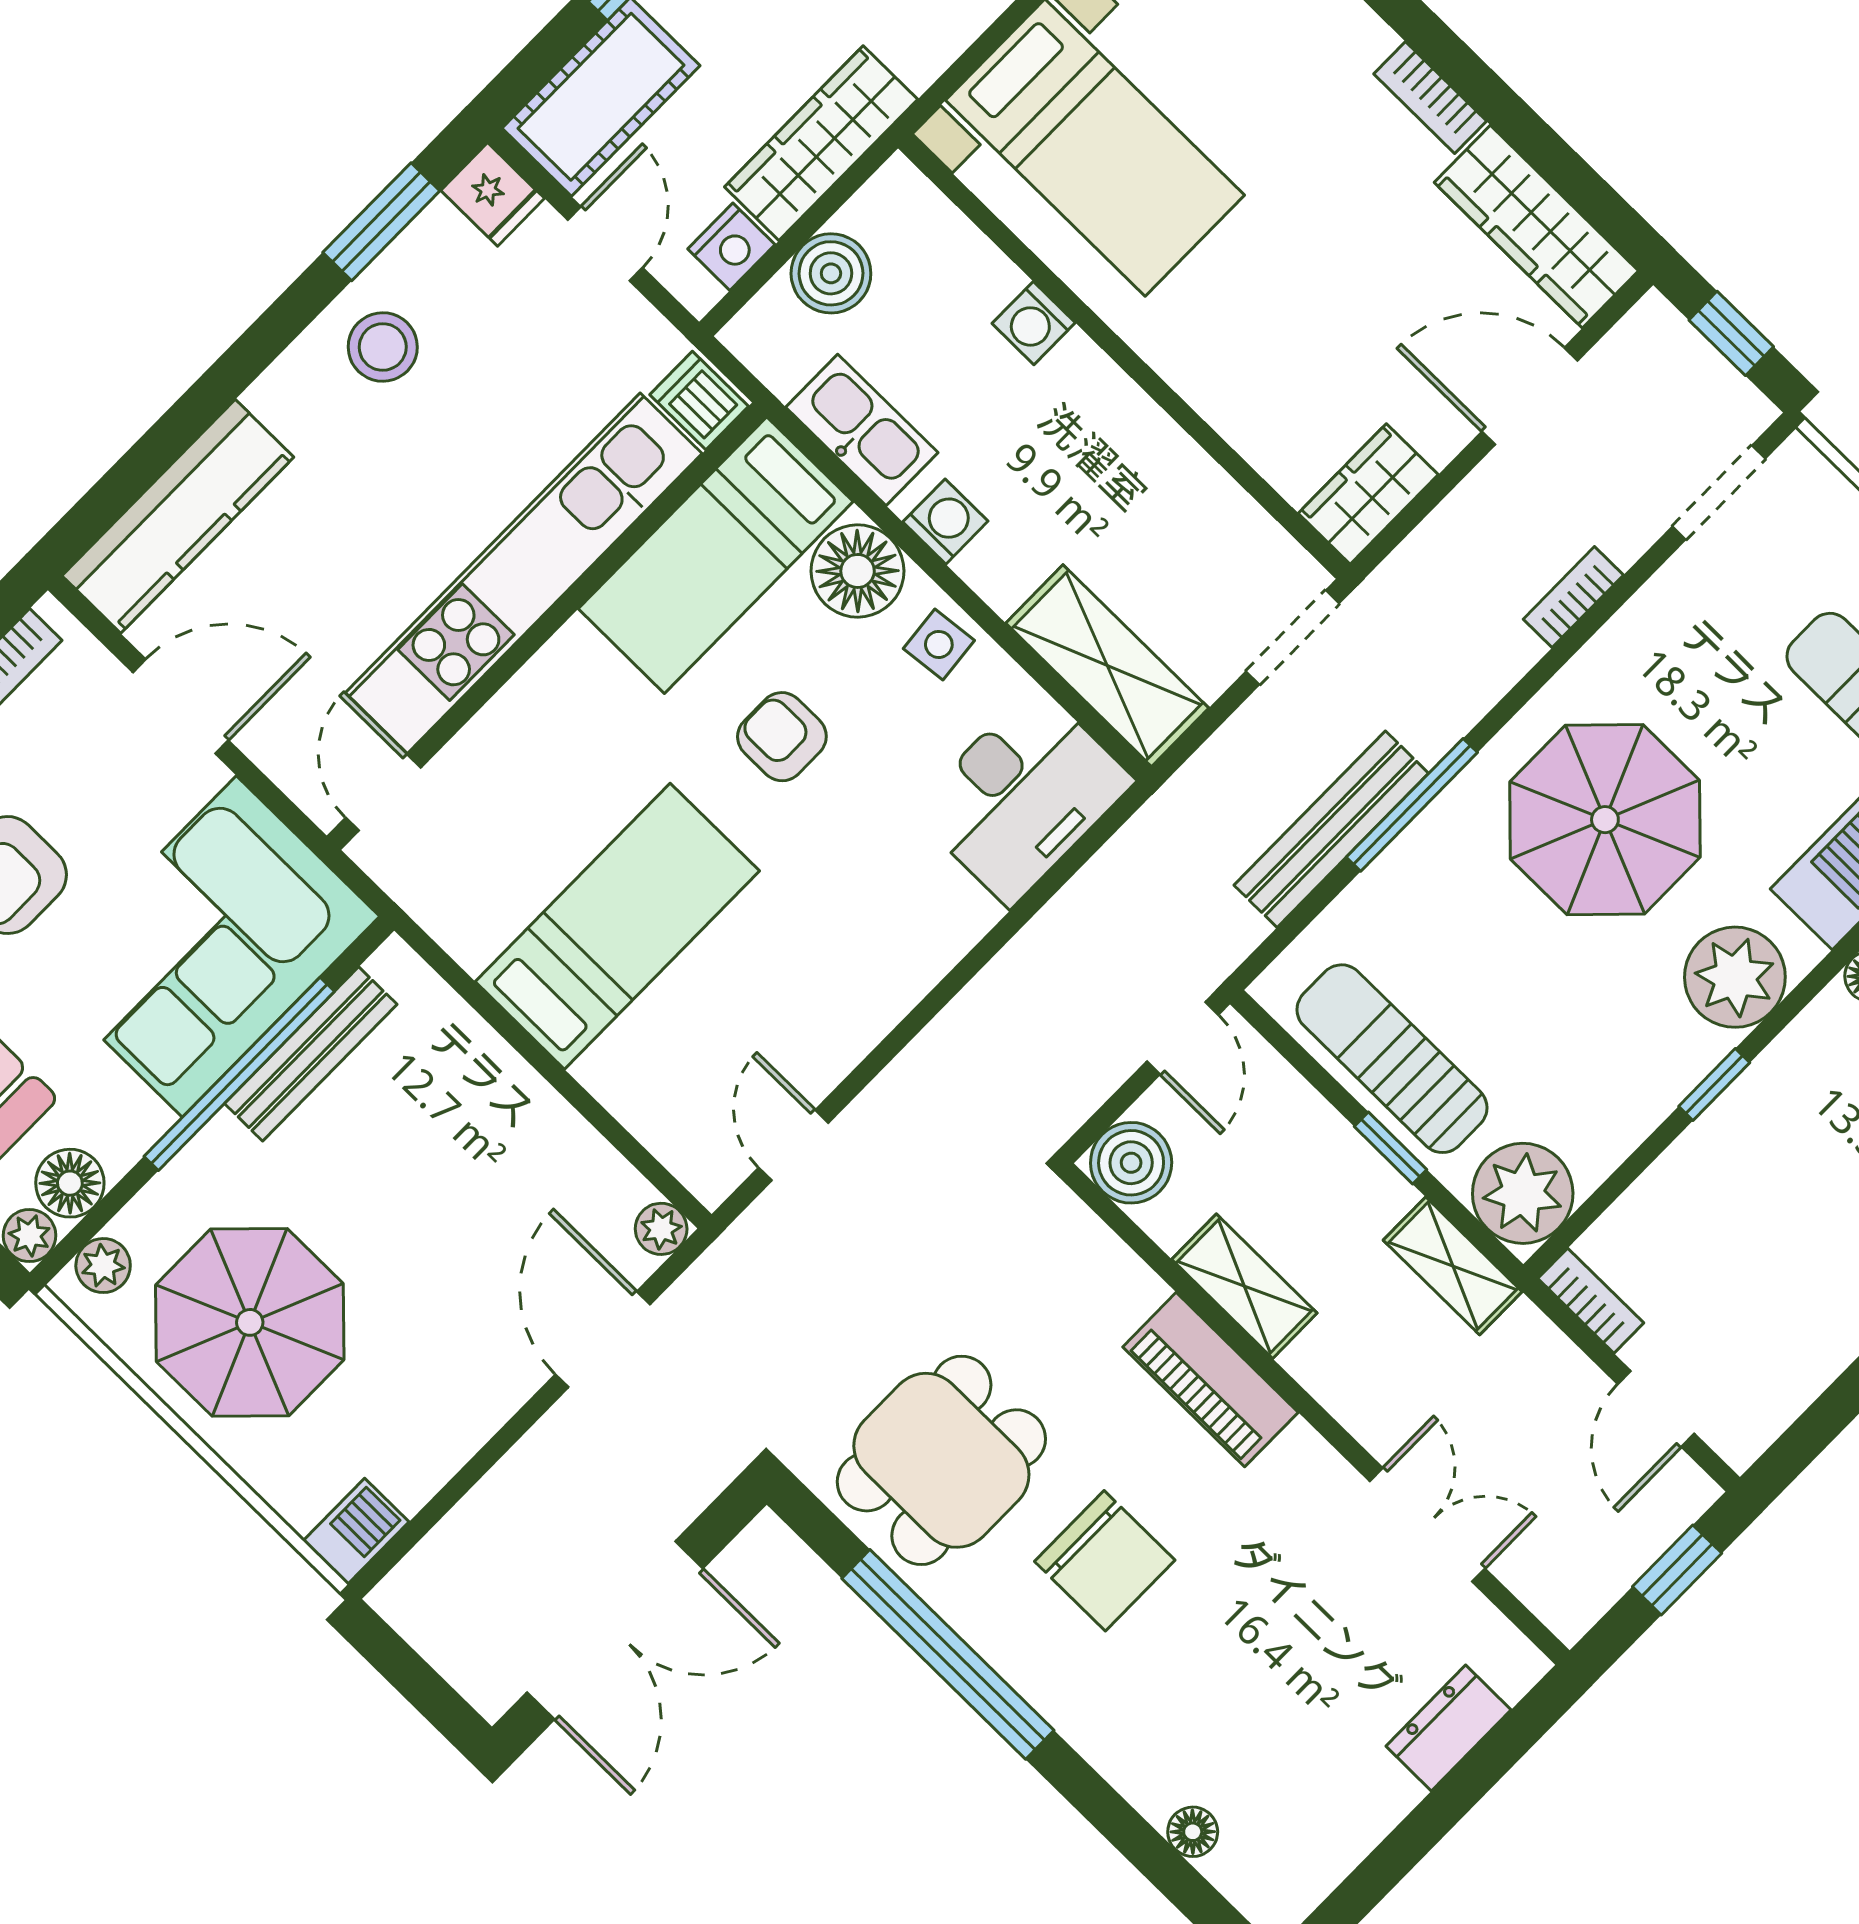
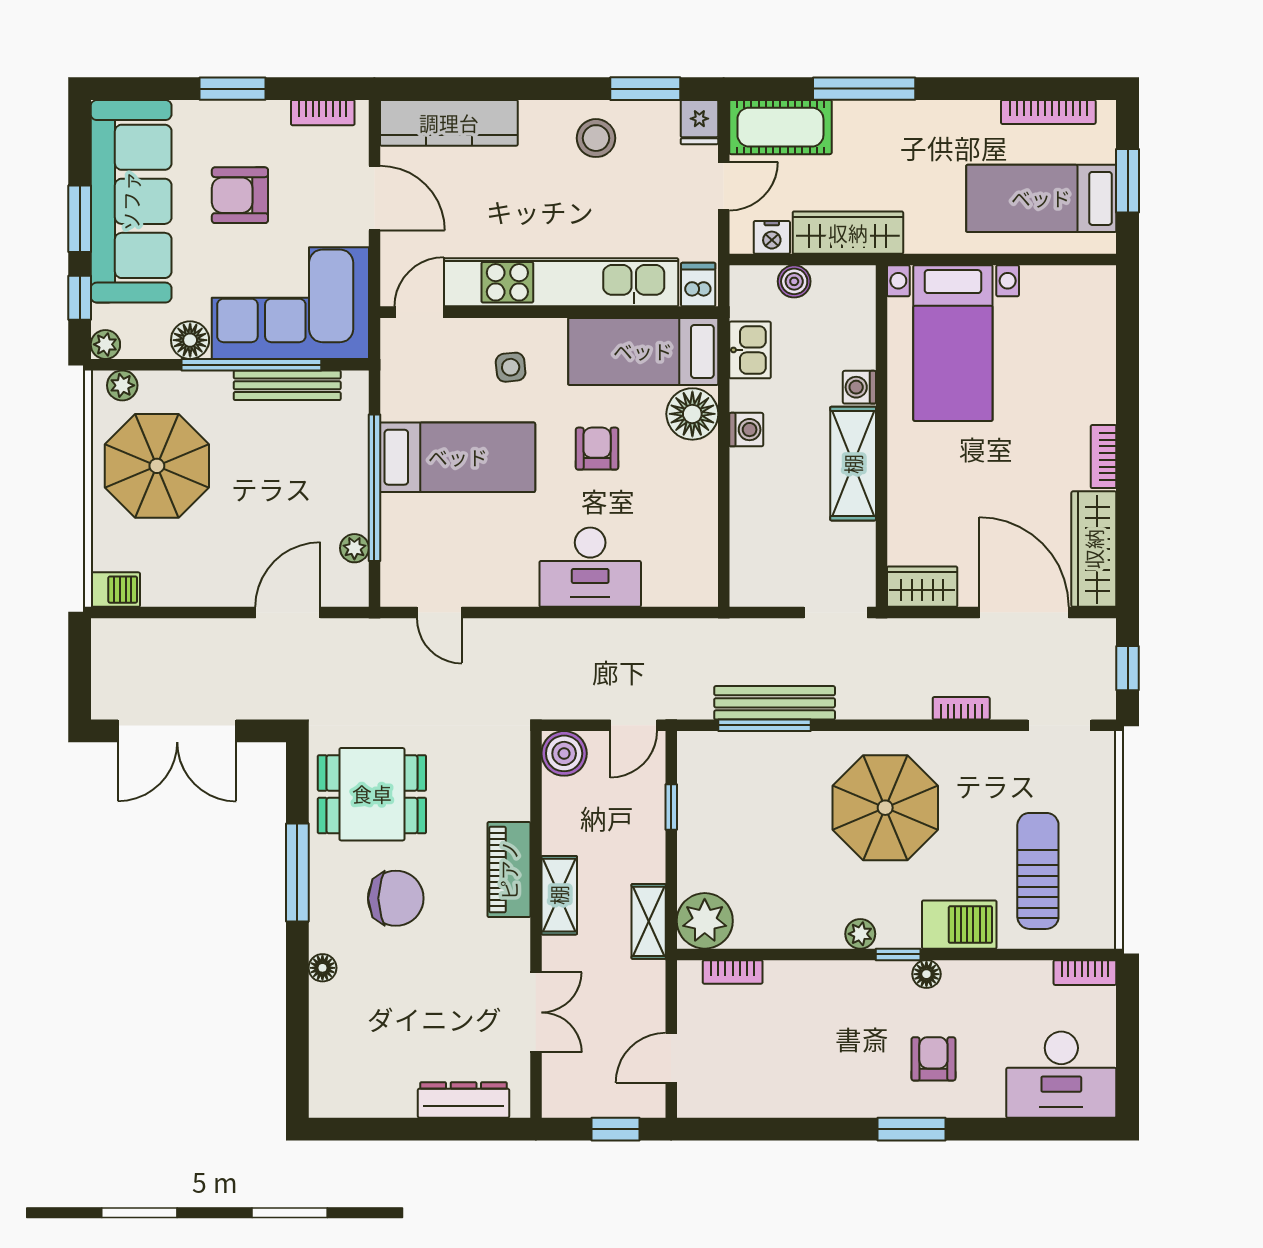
boiler: (831, 273) -> (794, 281), width x0.73, depth x0.73
door: (1530, 396) -> (1024, 613), width x1.36
kitchen sink: (862, 430) -> (750, 350), width x0.73
side table: (939, 644) -> (511, 367), moved
shelving: (1107, 666) -> (853, 464), moved
desk: (1023, 796) -> (590, 567), moved
window: (1412, 805) -> (765, 725), moved
plant: (1735, 977) -> (860, 934), width x0.53, depth x0.53
sun lounger: (1392, 1059) -> (707, 816), removed
window: (552, 1071) -> (374, 488), added
window: (1714, 1085) -> (898, 954), moved
door: (794, 1145) -> (439, 613), swing flipped
window: (1391, 1148) -> (671, 807), moved
floor lamp: (70, 1183) -> (190, 340), moved
plant: (661, 1229) -> (354, 548), moved
shelving: (1244, 1286) -> (559, 895), moved
bookcase: (1591, 1301) -> (733, 972), moved, turned 90
chair: (1105, 1561) -> (396, 898), turned -90
window: (948, 1654) -> (297, 872), width x0.68
dresser: (1448, 1728) -> (464, 1100), width x1.44
floor lamp: (1193, 1832) -> (322, 968), moved

